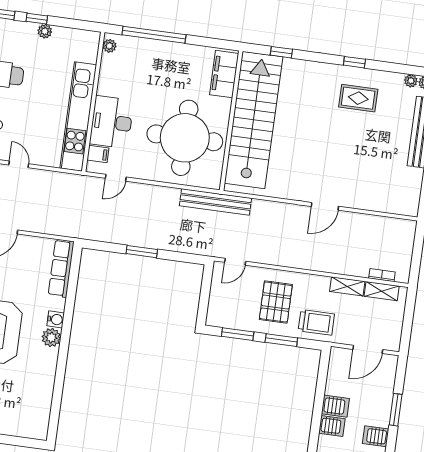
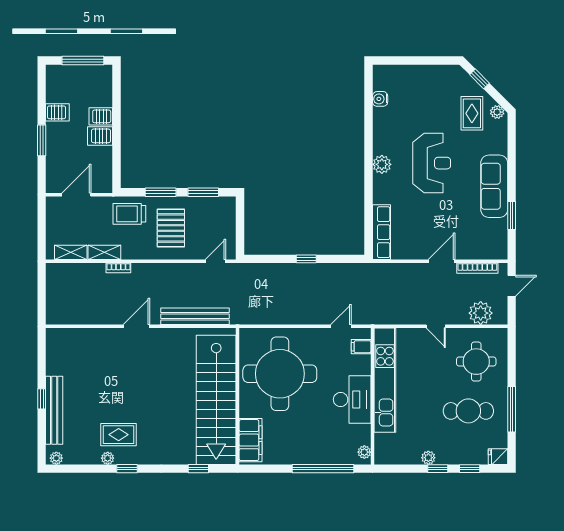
plant: (411, 81) -> (108, 458), moved
desk: (112, 122) -> (352, 400), moved
bench: (215, 202) -> (195, 316), moved
window: (142, 252) -> (306, 259), width x0.67
bookcase: (382, 275) -> (118, 268), moved
water cooler: (56, 319) -> (380, 99), moved

